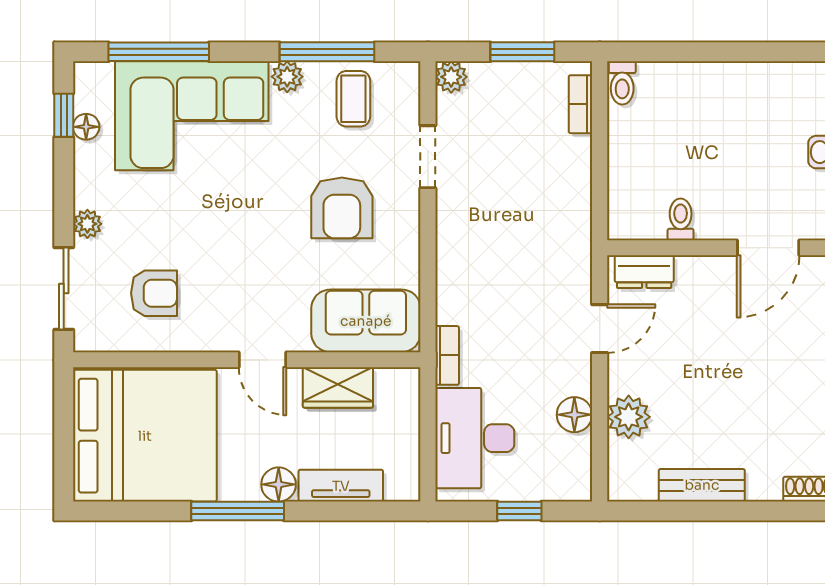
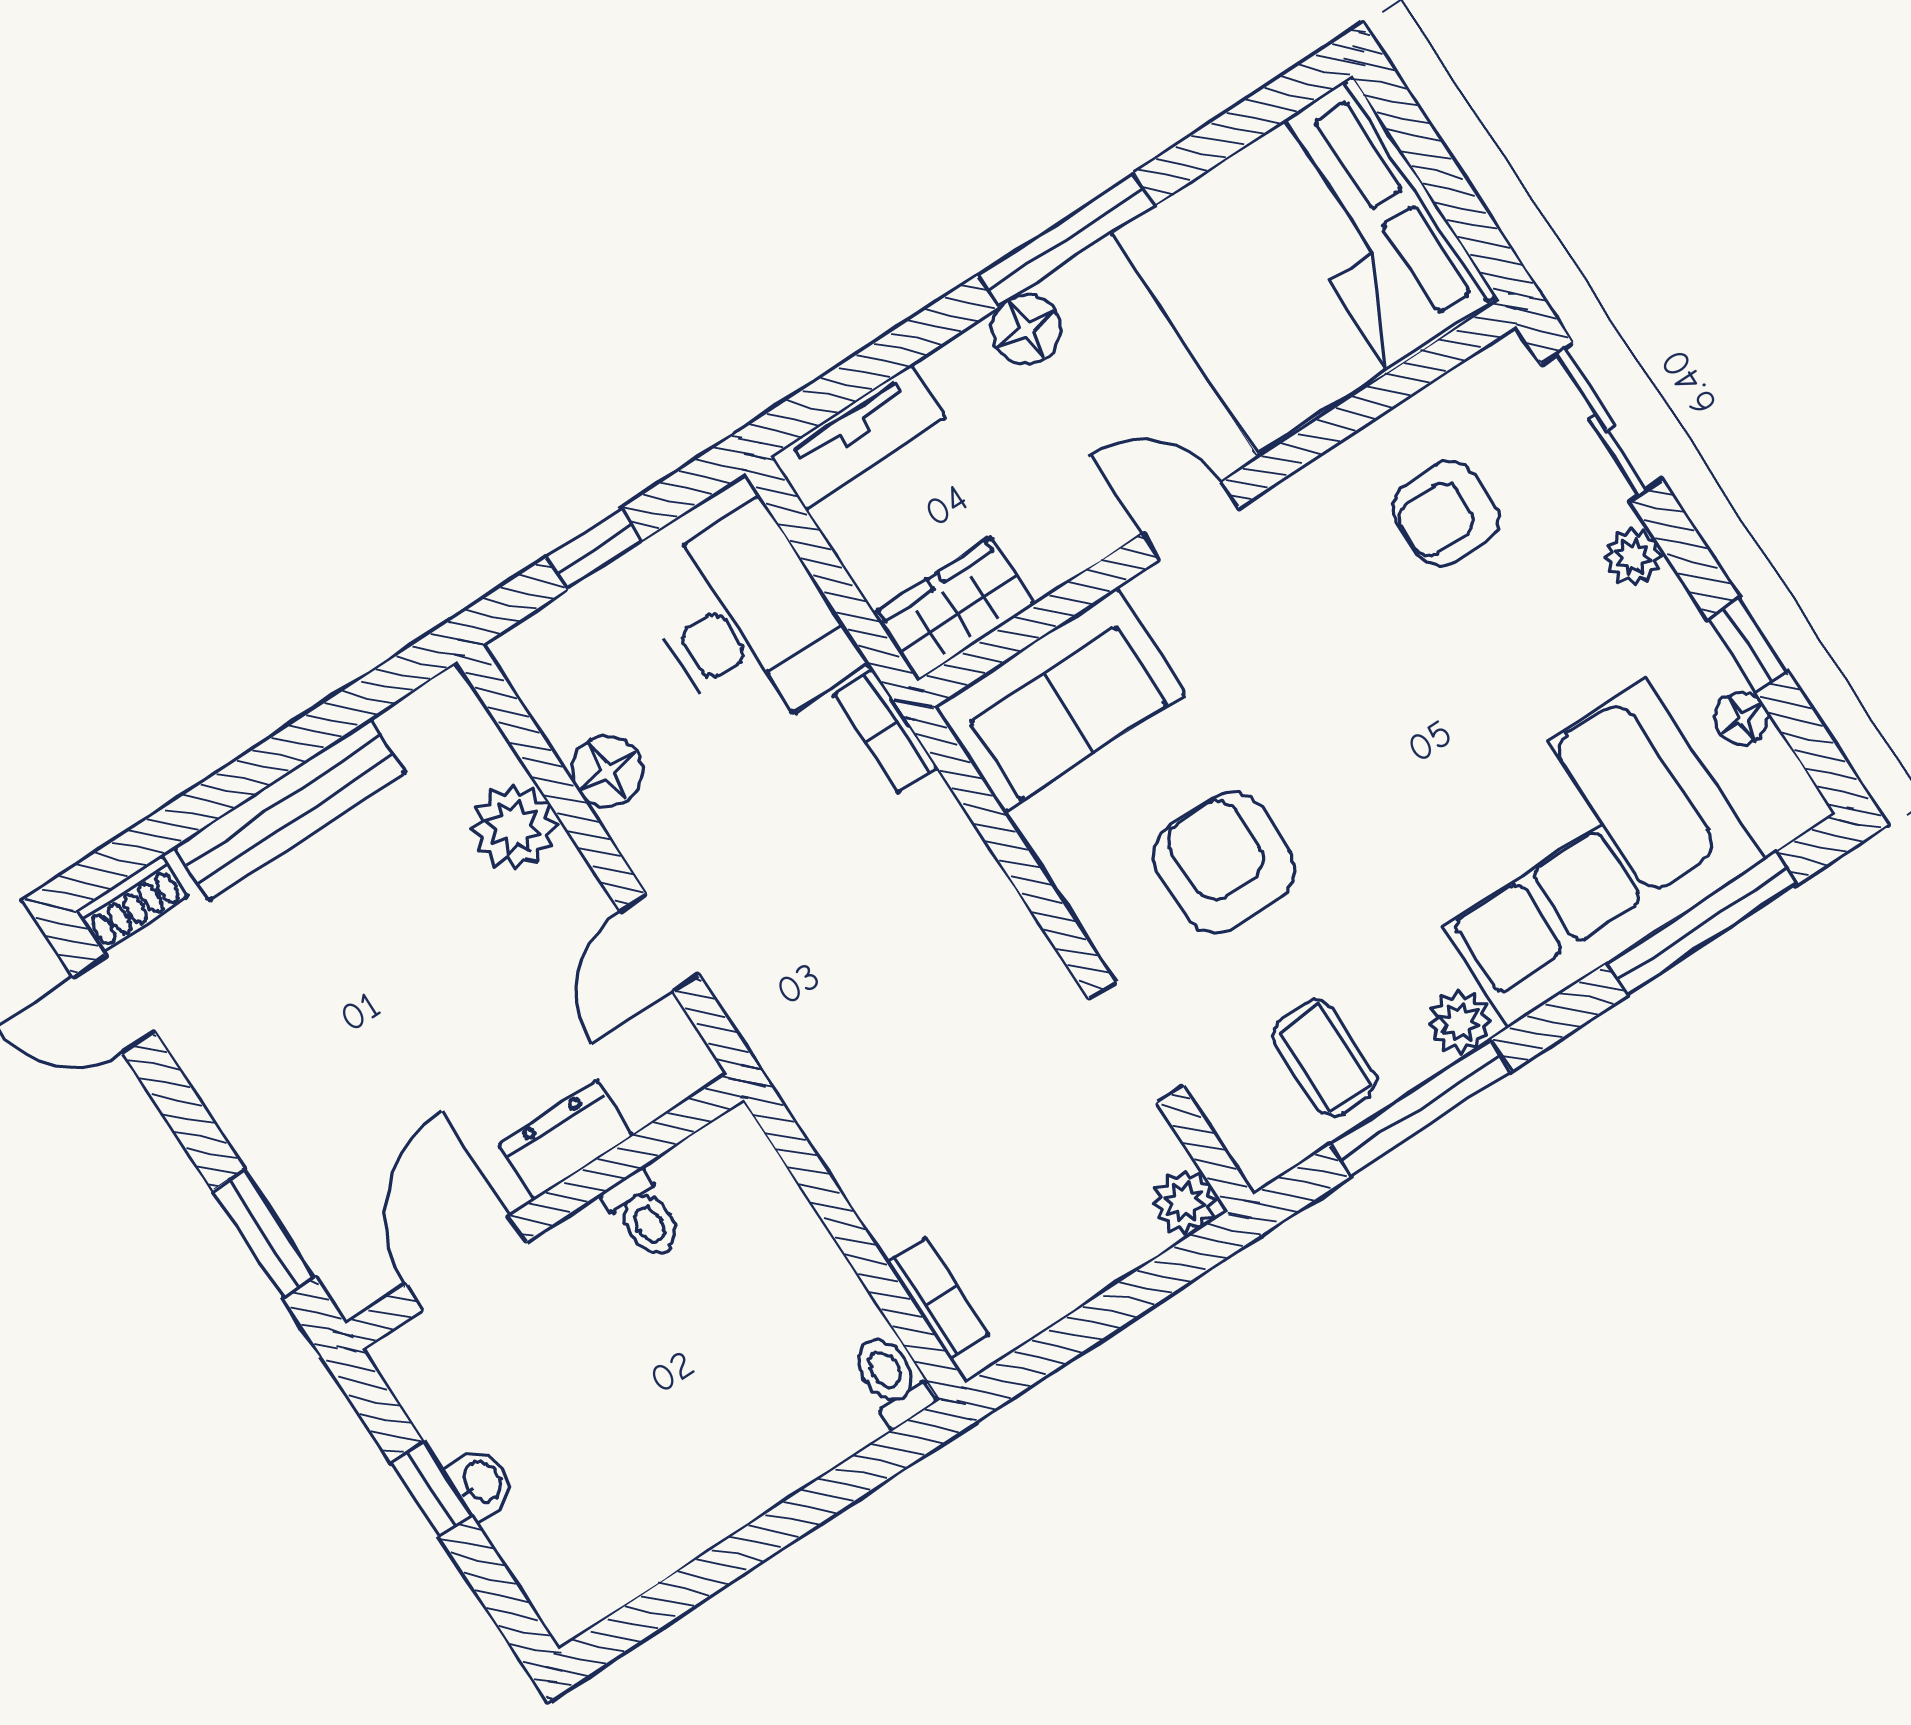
window: (522, 52) -> (1093, 1322), removed
window: (64, 115) -> (1748, 645), moved
dresser: (644, 272) -> (566, 1140), moved
wardrobe: (338, 388) -> (954, 609), moved
bench: (702, 485) -> (290, 810), width x1.36
tv unit: (341, 486) -> (858, 437), moved

